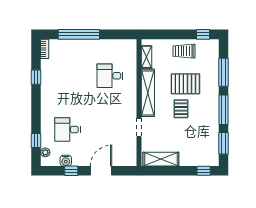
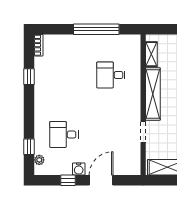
window: (79, 34) -> (96, 29), moved
water cooler: (66, 161) -> (79, 169), moved

